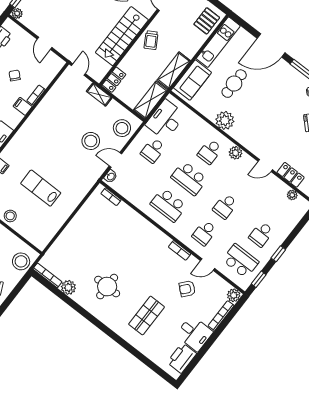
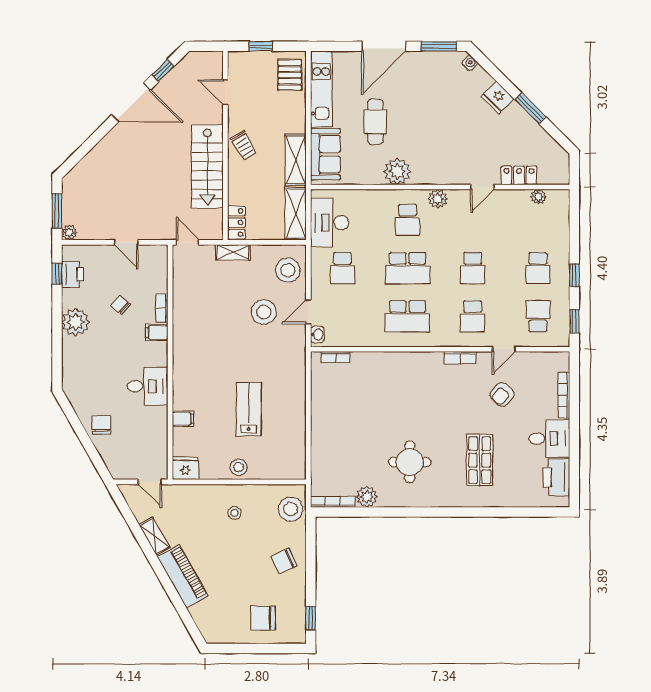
lab bench: (41, 188) -> (249, 409), turned 90
school desk: (241, 261) -> (538, 316), width x0.54
plant: (234, 295) -> (560, 361), removed

